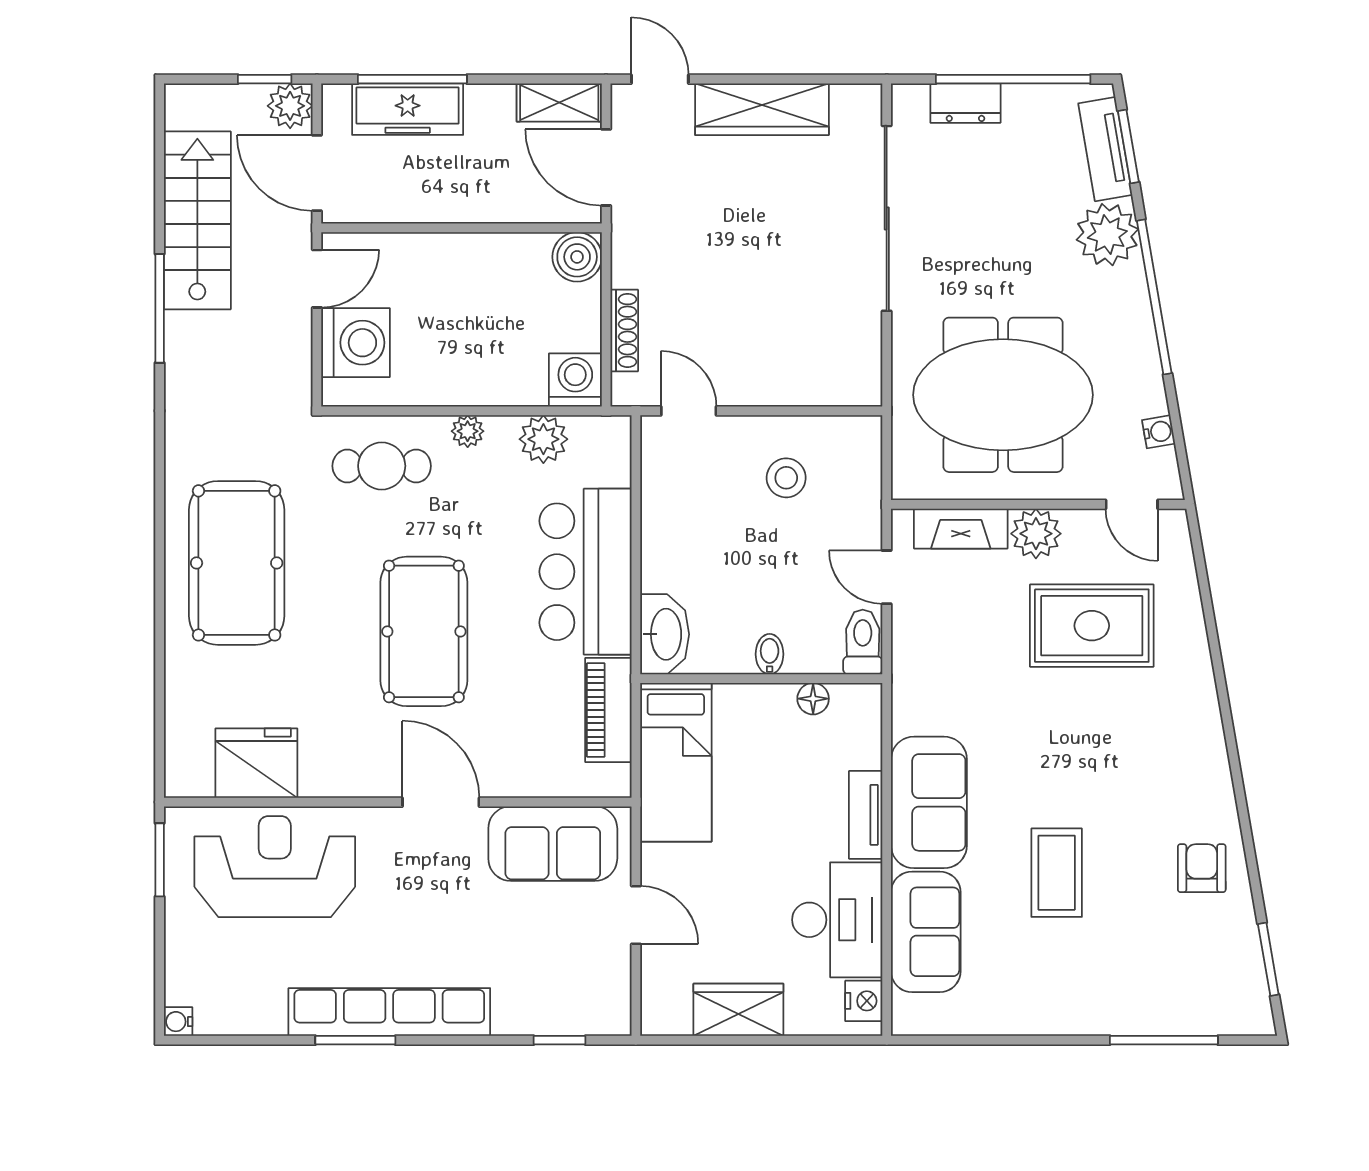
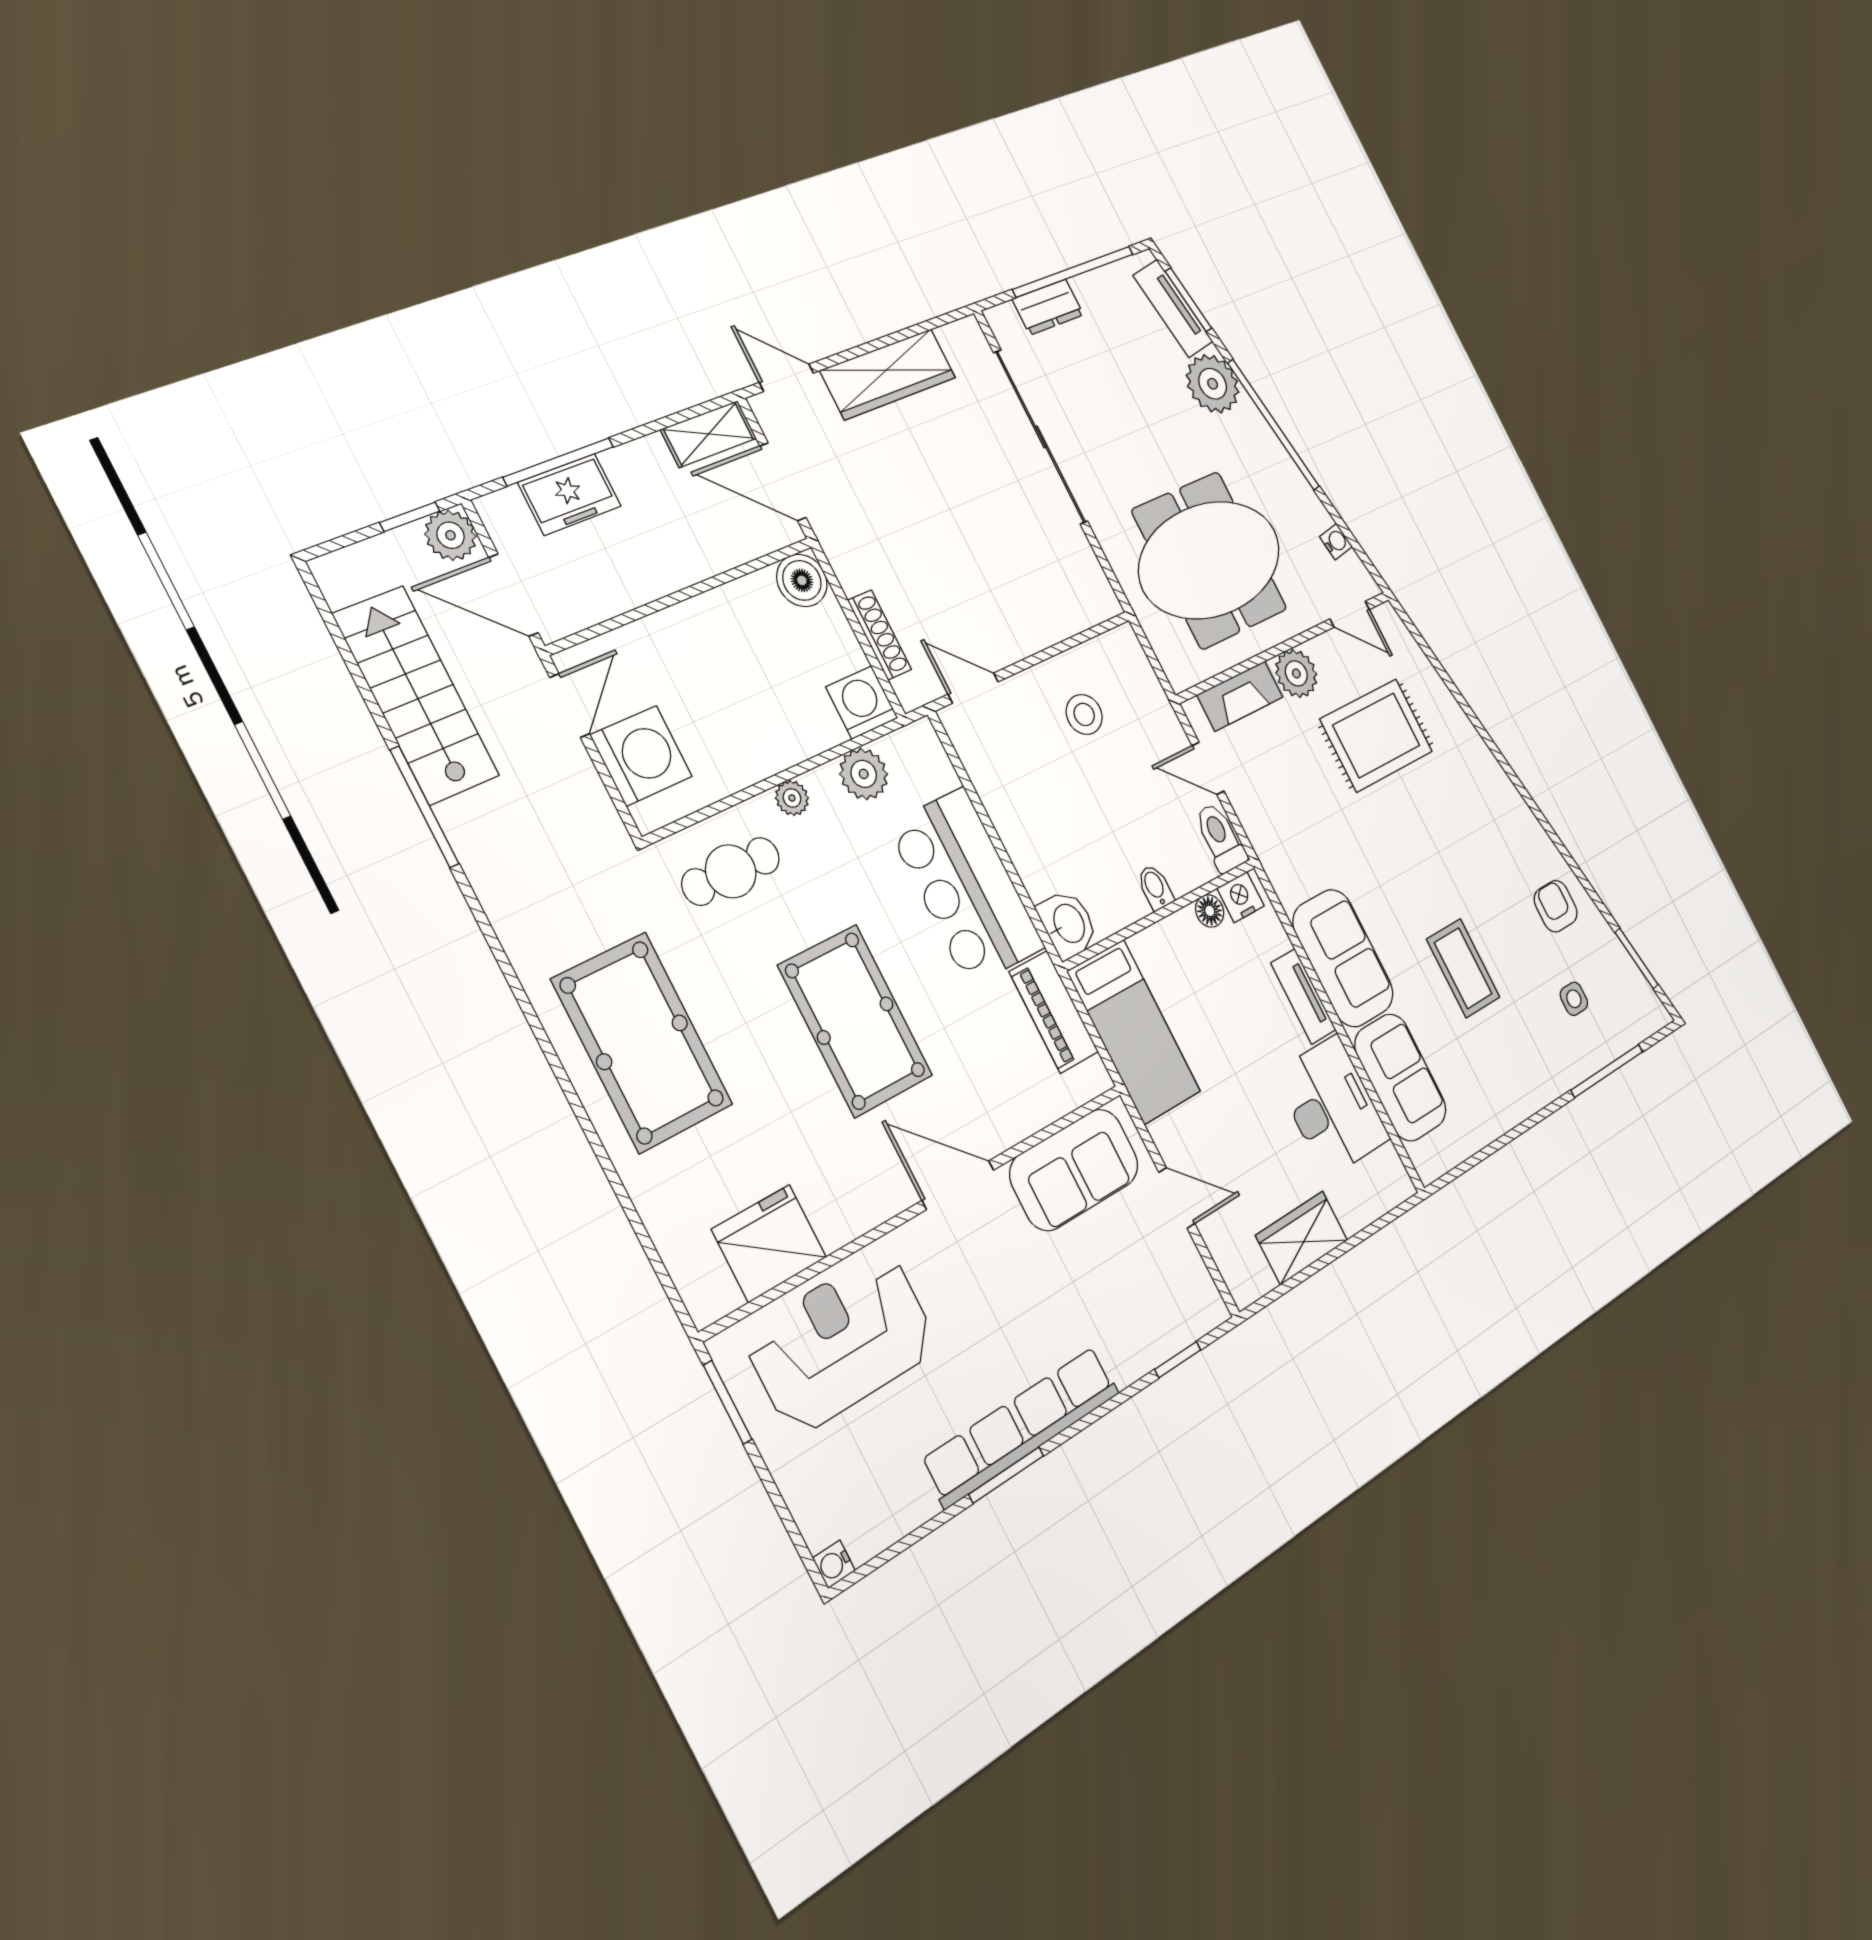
freezer: (408, 109) -> (570, 494), width x0.71
washbasin: (665, 634) -> (1068, 924), width x0.72
side table: (1168, 959) -> (1574, 999), added
nightstand: (864, 1001) -> (1241, 897), moved, turned -90

